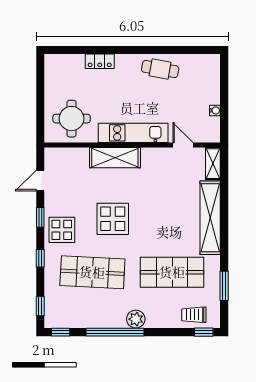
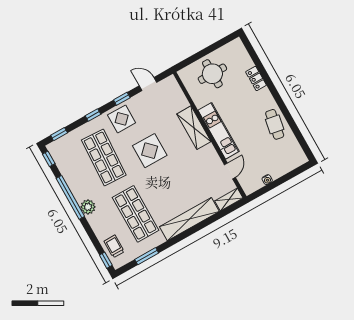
round table: (72, 119) -> (212, 74), moved

